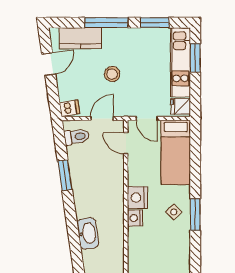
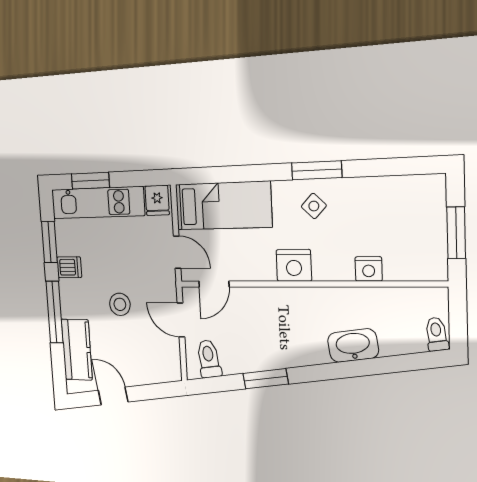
dishwasher: (70, 108) -> (69, 267), moved, turned 98
door: (147, 118) -> (177, 252), hinge flipped
nightstand: (135, 218) -> (369, 269), moved

